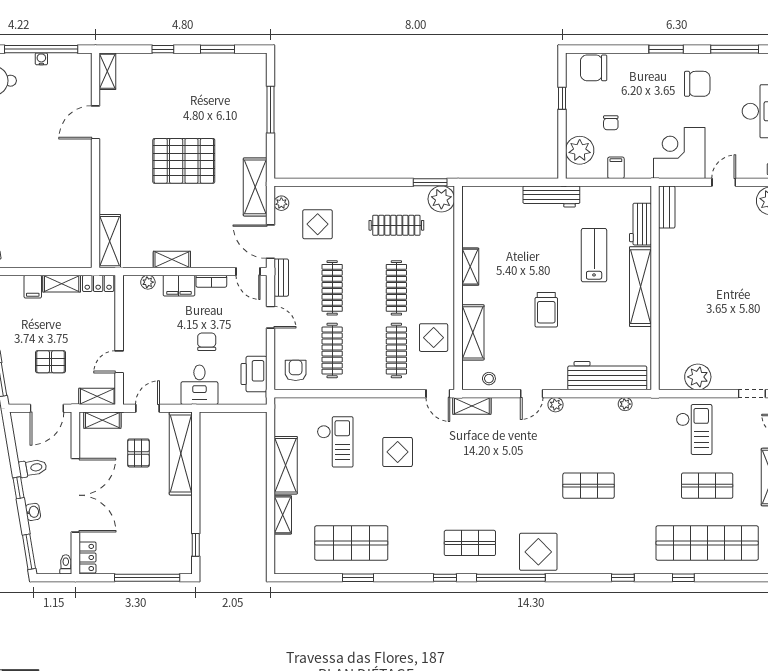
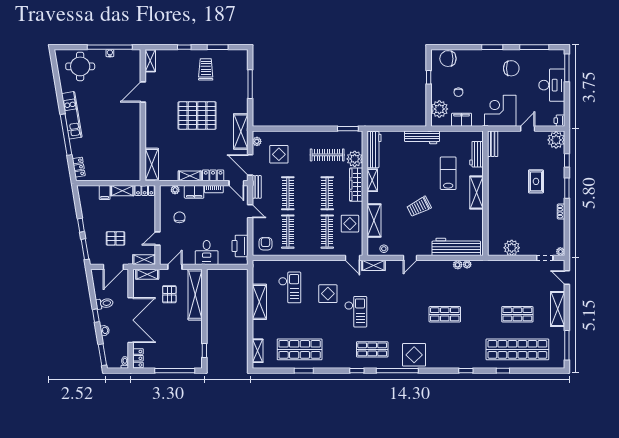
trolley: (198, 85) -> (206, 69), added
filing cabinet: (616, 168) -> (462, 120), width x2.00
plant: (441, 199) -> (355, 159), moved
workbench: (473, 217) -> (374, 150), added
locker: (210, 259) -> (213, 175), added
rug: (737, 269) -> (536, 181), added
wardrobe: (444, 274) -> (356, 185), added
shelving: (640, 287) -> (477, 192), width x0.68
trolley: (546, 310) -> (419, 207), turned 63
chair: (207, 342) -> (179, 217), moved
plant: (556, 405) -> (458, 265), moved
checkout: (694, 429) -> (356, 312), moved
shelving: (283, 515) -> (258, 351), moved

